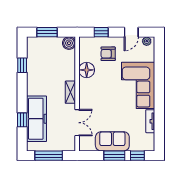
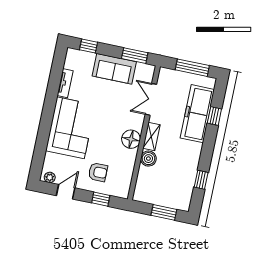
boiler: (69, 43) -> (148, 159), moved
floor lamp: (87, 70) -> (131, 139), moved
window: (114, 156) -> (135, 56), moved

